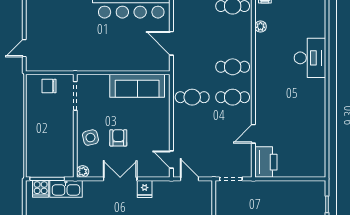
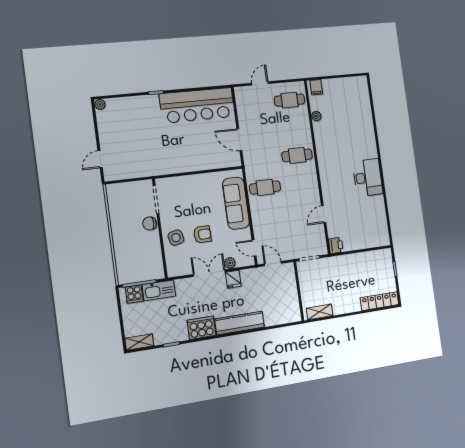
desk: (310, 58) -> (368, 178), moved
chair: (49, 86) -> (150, 223), moved
sofa: (137, 86) -> (236, 203), moved, turned 90
cafe table: (233, 97) -> (301, 183), removed
armchair: (118, 138) -> (202, 234), turned 89
printer: (266, 162) -> (336, 245), width x0.53, depth x0.68
plant: (83, 171) -> (230, 263), moved

